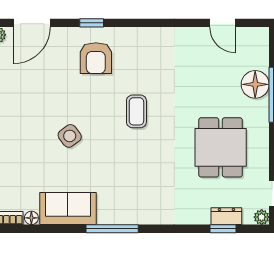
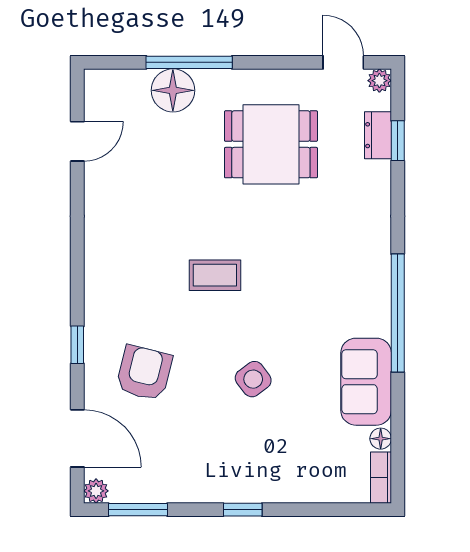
armchair: (96, 58) -> (144, 373), moved, turned -76
window: (112, 229) -> (398, 313), width x1.46

